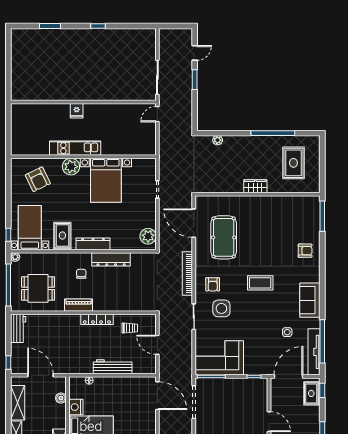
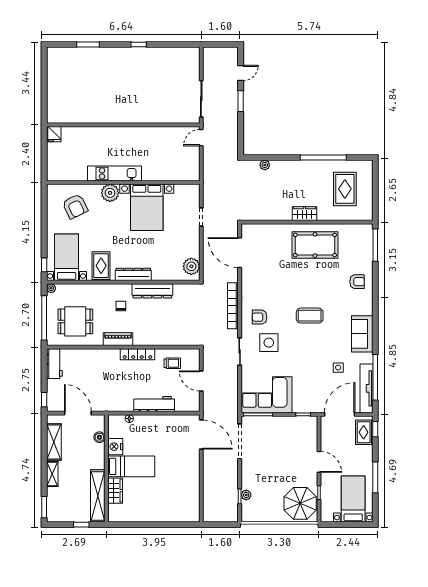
fridge: (77, 111) -> (54, 134), moved
pool table: (224, 237) -> (315, 245), moved, turned 90
armchair: (213, 284) -> (260, 317), turned 90

